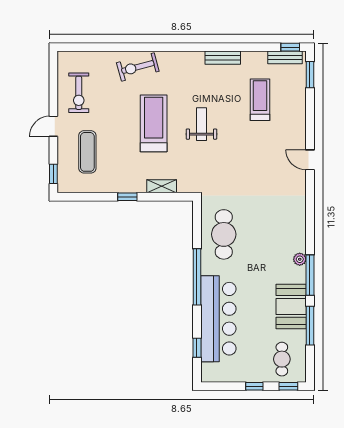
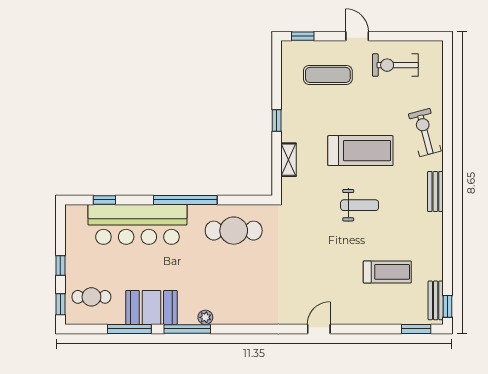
bench: (223, 58) -> (435, 192), moved

